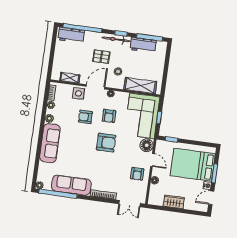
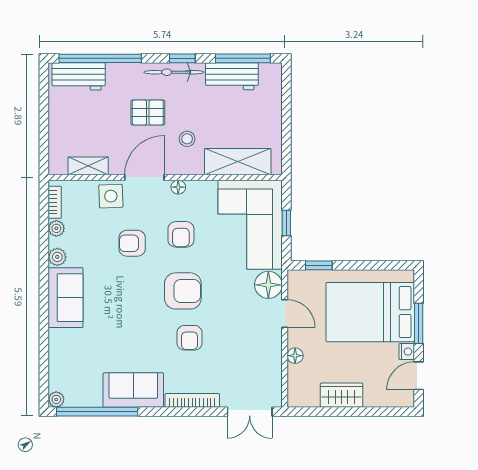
sofa: (50, 143) -> (66, 298), width x0.73
armchair: (137, 174) -> (189, 338), moved
sofa: (71, 185) -> (133, 390), width x0.73

